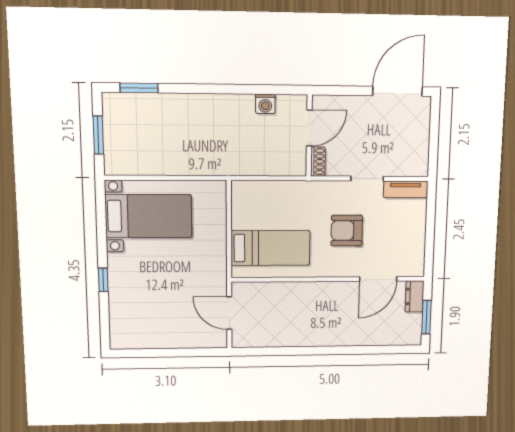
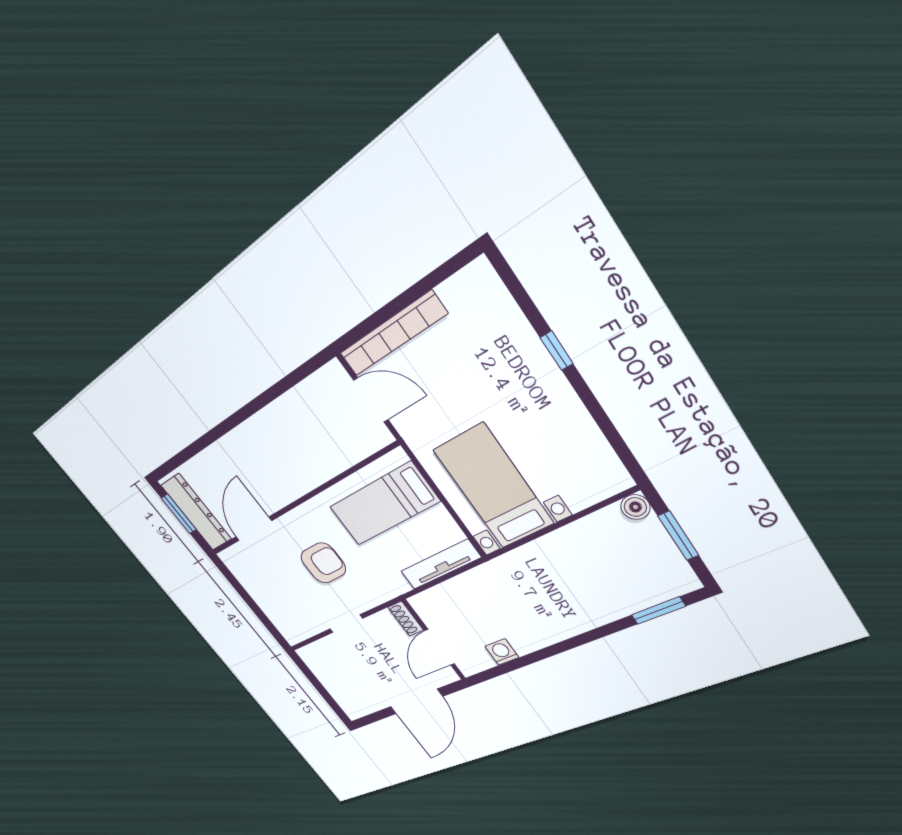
door: (398, 91) -> (416, 702), moved
boiler: (113, 166) -> (635, 507), added
tv unit: (405, 189) -> (440, 564), moved, width x1.41
bed with nightstands: (149, 216) -> (493, 487), moved, turned 90
dresser: (414, 296) -> (196, 512), width x1.96, depth x1.24
bookcase: (188, 340) -> (393, 334), added

